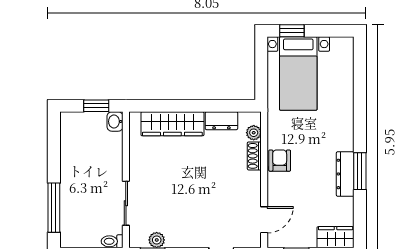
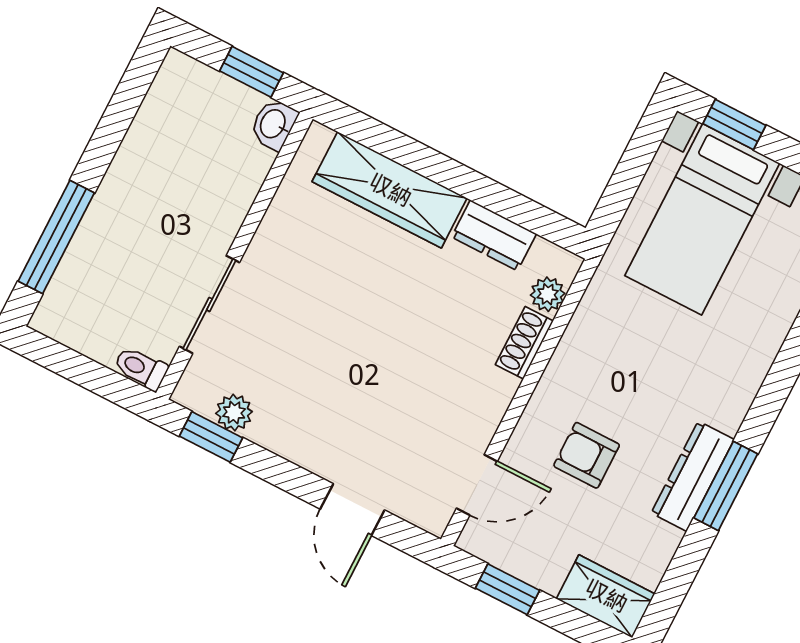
armchair: (280, 161) -> (587, 455), moved, turned -90

